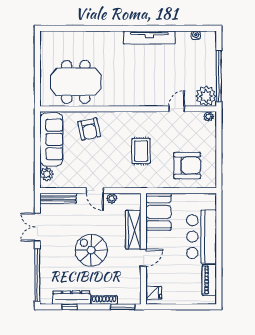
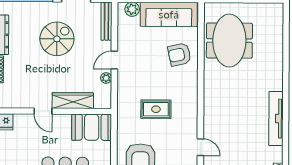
spiral stairs: (91, 250) -> (57, 39), moved

